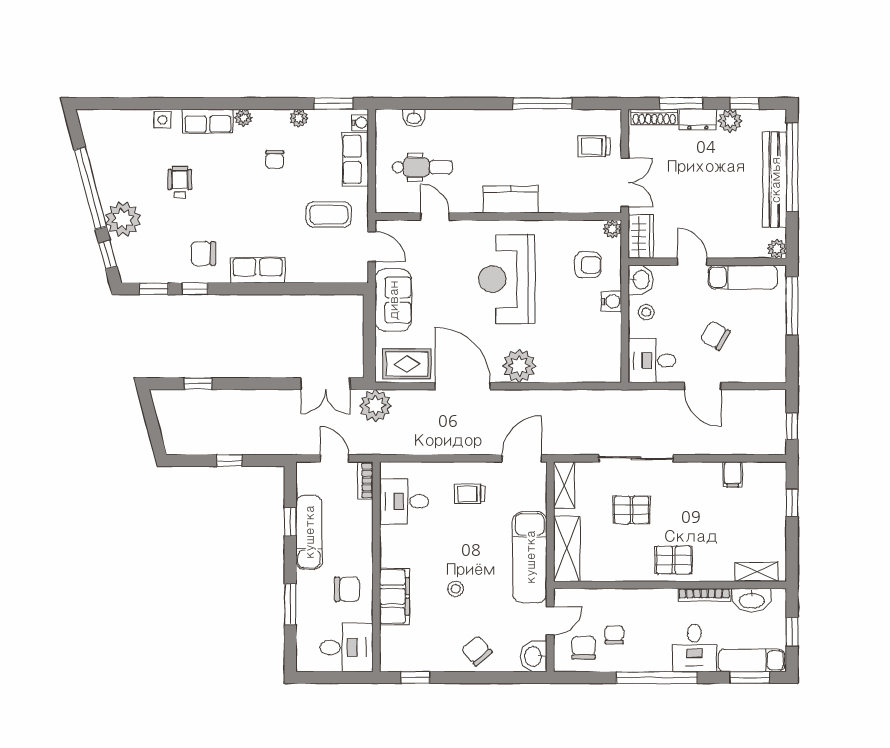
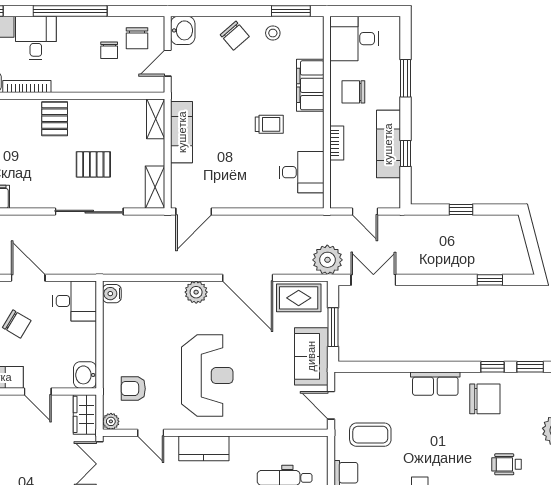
wheelchair: (180, 182) -> (507, 464), turned 90
door: (435, 216) -> (151, 433), moved
chair: (203, 254) -> (485, 399), width x1.37, depth x1.37
water cooler: (611, 301) -> (112, 294), moved
stool: (646, 312) -> (80, 345), removed
window: (369, 332) -> (333, 327), added
plant: (519, 366) -> (196, 292), width x0.73, depth x0.73
bookcase: (365, 481) -> (337, 143), moved
trolley: (470, 494) -> (269, 124), moved
shelving: (567, 549) -> (156, 119), width x0.67, depth x0.75
exam couch: (530, 557) -> (182, 132), width x0.73, depth x0.69
pallet: (674, 560) -> (55, 119), turned 90
stool: (456, 589) -> (273, 33), moved
window: (415, 678) -> (291, 11), width x1.50

